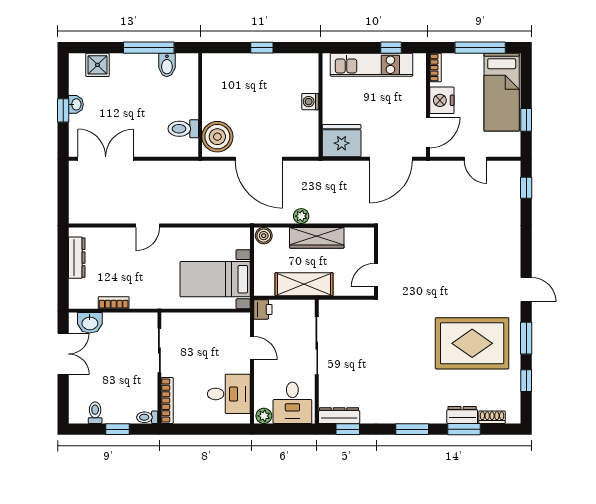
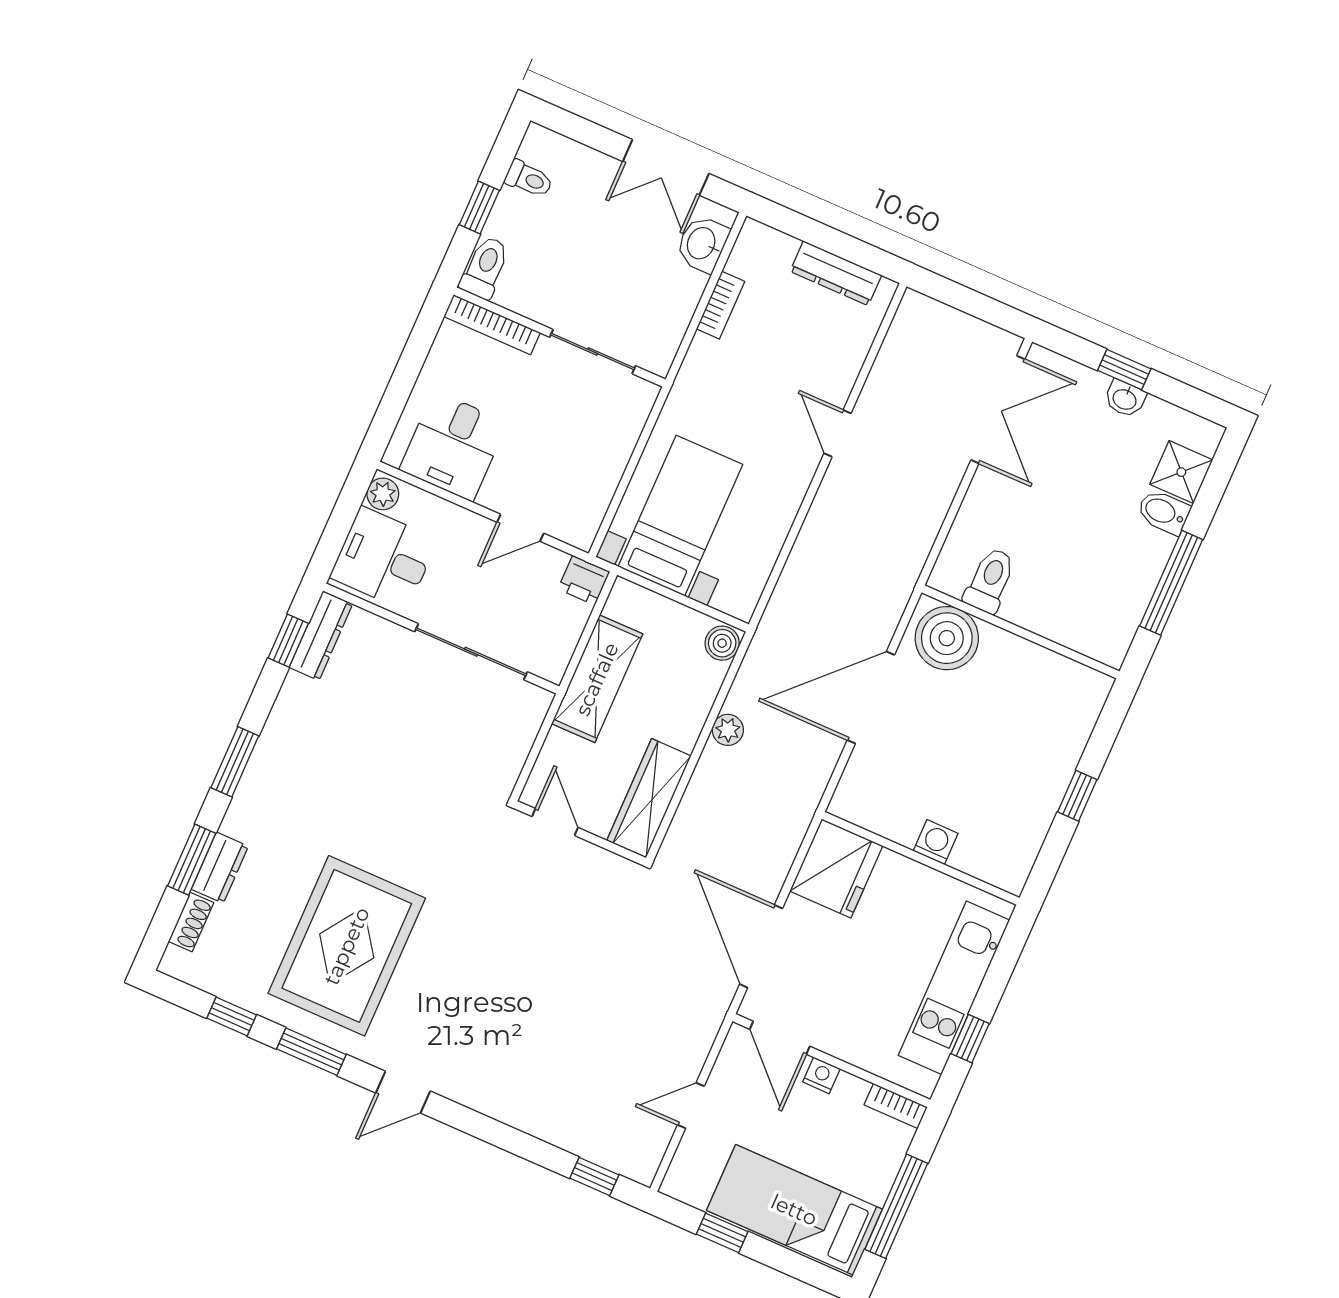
bidet: (167, 65) -> (1163, 512), moved
nightstand: (442, 100) -> (821, 1075), width x0.53, depth x0.56
wardrobe: (317, 238) -> (649, 798), moved
toilet: (147, 417) -> (485, 268), width x1.37, depth x1.39

